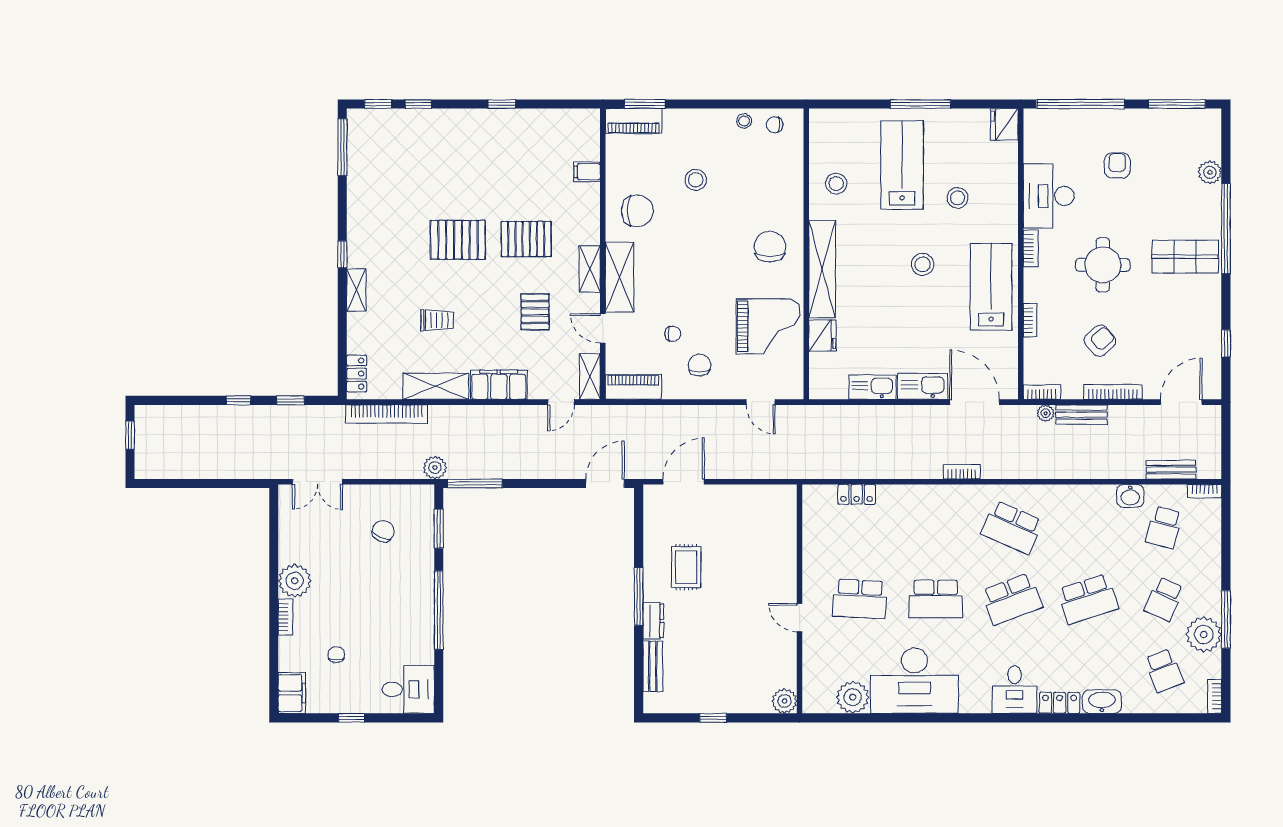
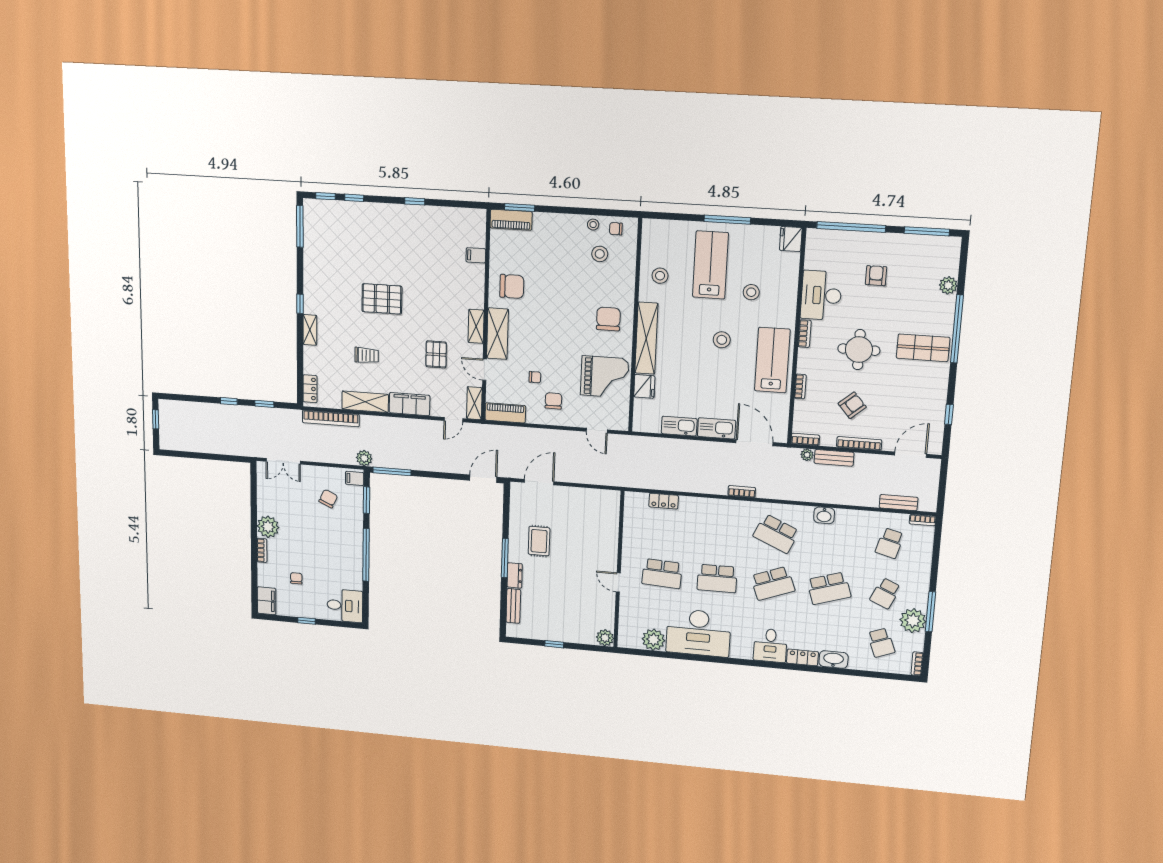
stool: (696, 180) -> (600, 254), moved
pallet: (526, 239) -> (431, 302), removed
washbasin: (1130, 496) -> (824, 515), moved
filing cabinet: (421, 498) -> (355, 478), added

